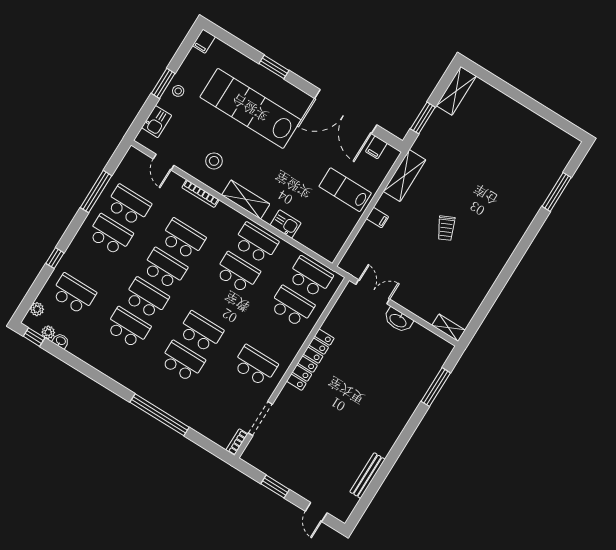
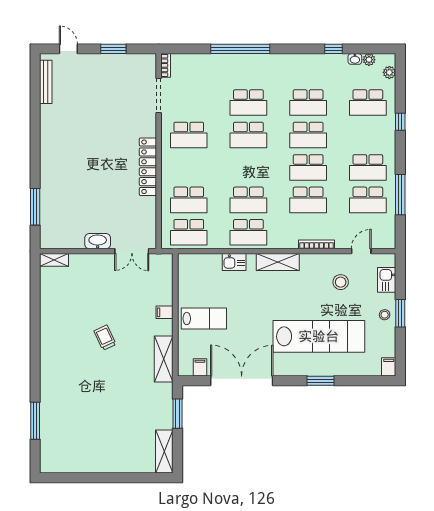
stool: (214, 161) -> (341, 282), moved
door: (164, 162) -> (361, 251), hinge flipped
window: (34, 337) -> (334, 49), moved
bench: (367, 476) -> (46, 82), moved

